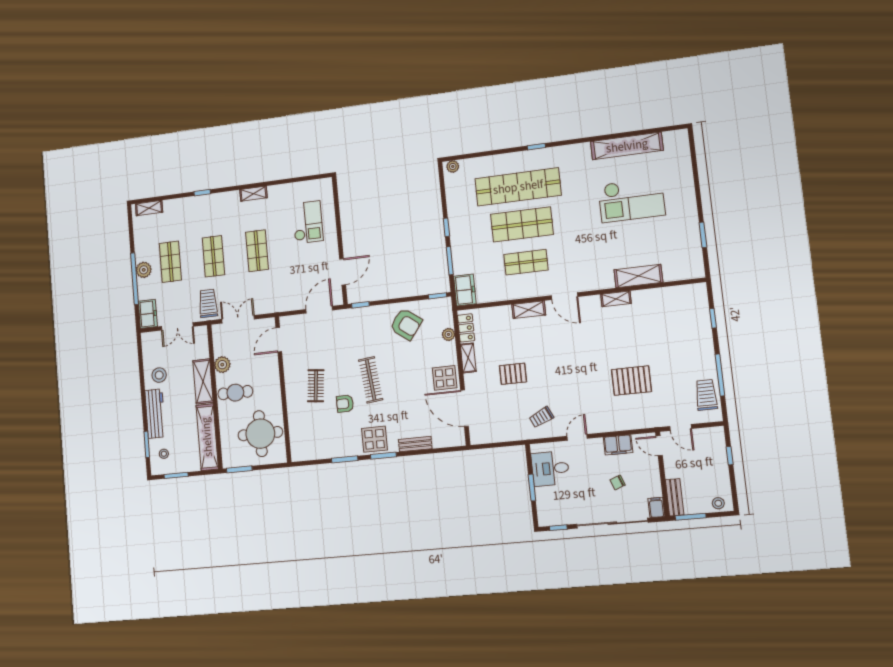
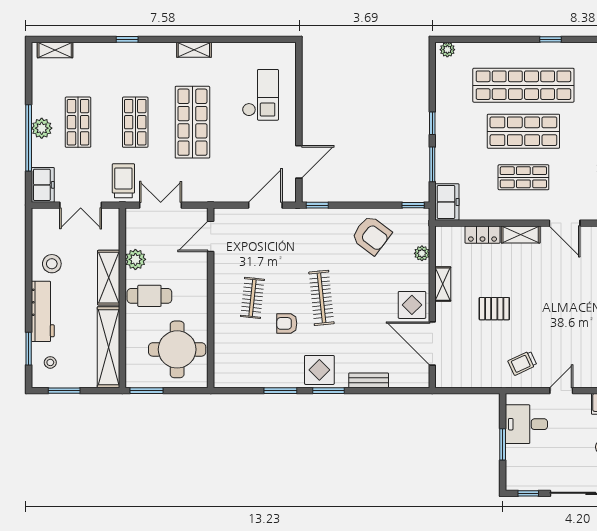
shop shelf: (257, 251) -> (192, 122), width x1.43, depth x1.36
locker: (466, 328) -> (483, 235), moved, turned 90

